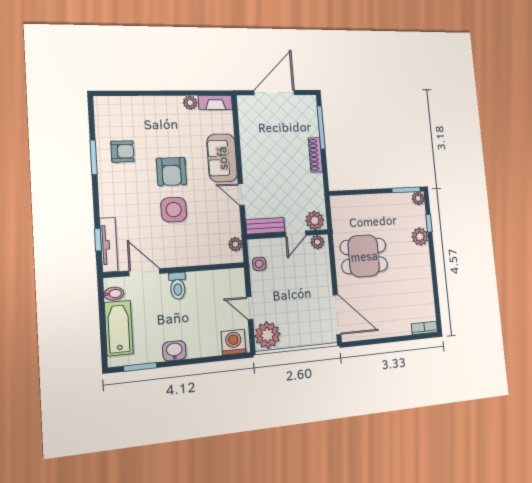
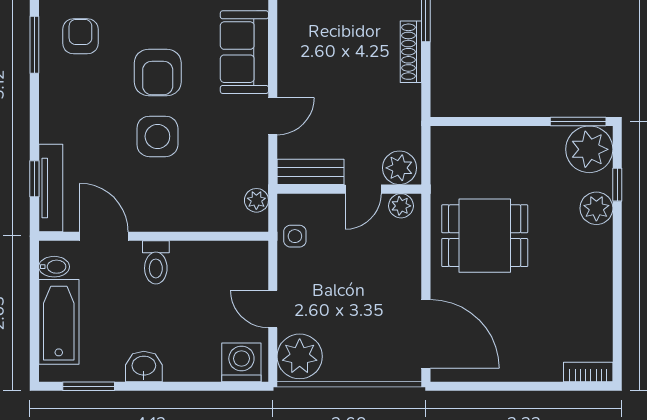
armchair: (122, 151) -> (80, 36), turned -90
door: (241, 194) -> (273, 116), swing flipped
plant: (418, 198) -> (589, 149), width x1.88, depth x1.88

